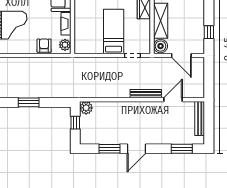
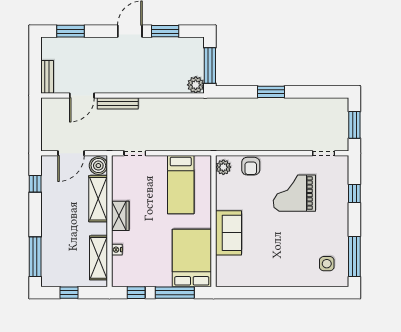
fireplace: (66, 24) -> (222, 195), removed
bed: (114, 32) -> (181, 185), moved
door: (181, 55) -> (71, 153), swing flipped
bench: (200, 118) -> (47, 77), width x0.73
window: (75, 123) -> (210, 65), width x2.17

